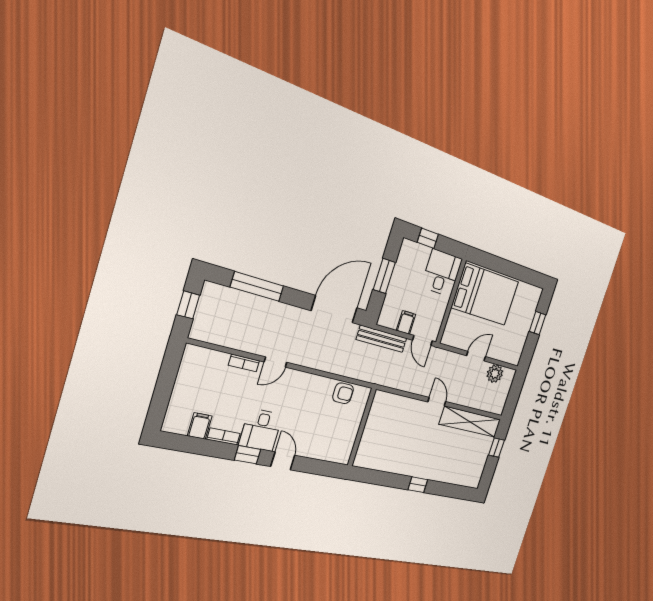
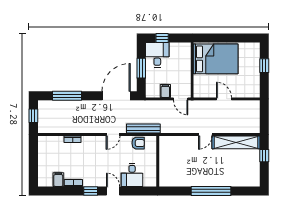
desk: (442, 273) -> (157, 55), moved
bench: (382, 339) -> (143, 128), moved
door: (476, 356) -> (224, 99), hinge flipped
door: (276, 362) -> (113, 134), moved
plant: (495, 374) -> (243, 107), removed
door: (437, 402) -> (205, 134), swing flipped
desk: (261, 430) -> (132, 175), moved
window: (418, 485) -> (211, 191), width x3.17

